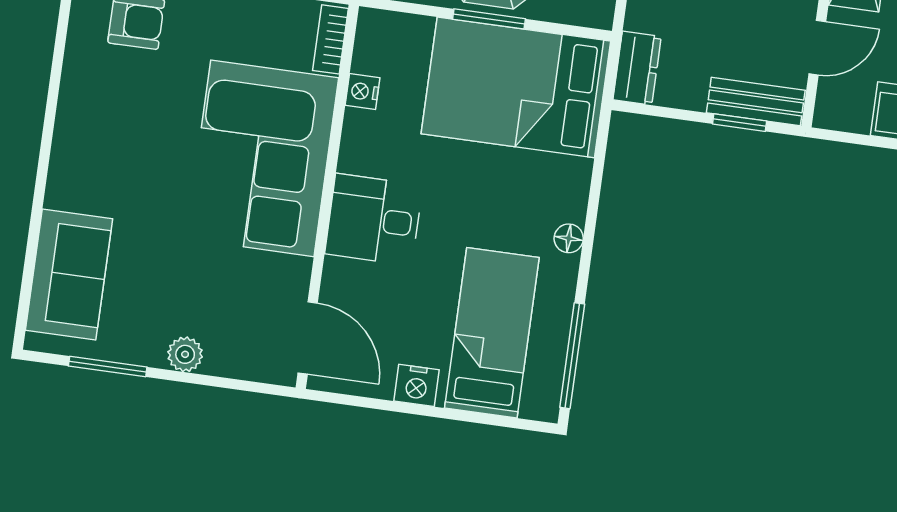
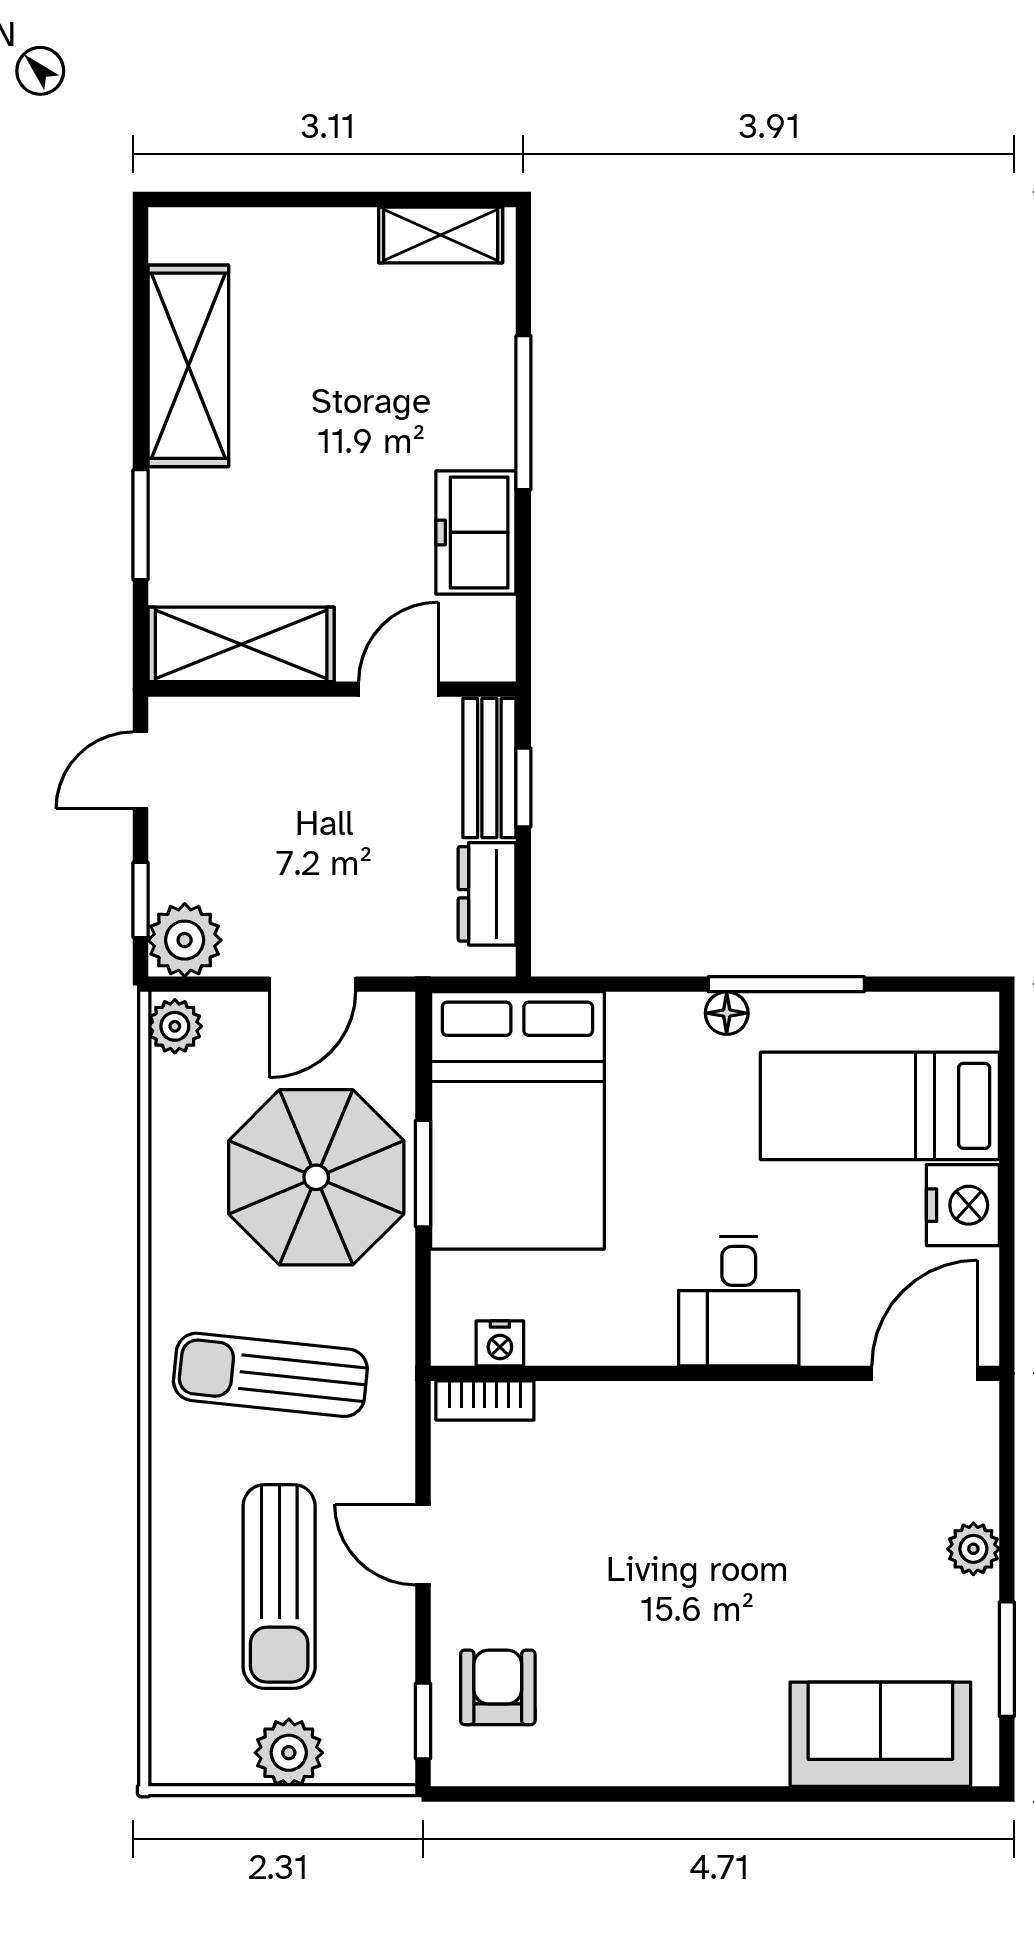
door: (817, 48) -> (398, 689), hinge flipped
dresser: (637, 68) -> (487, 894), moved, turned -90
nightstand: (362, 91) -> (500, 1343), moved
corner sofa: (262, 158) -> (672, 1476), removed
window: (572, 356) -> (786, 984), moved
nightstand: (416, 385) -> (963, 1205), width x1.36, depth x1.33

